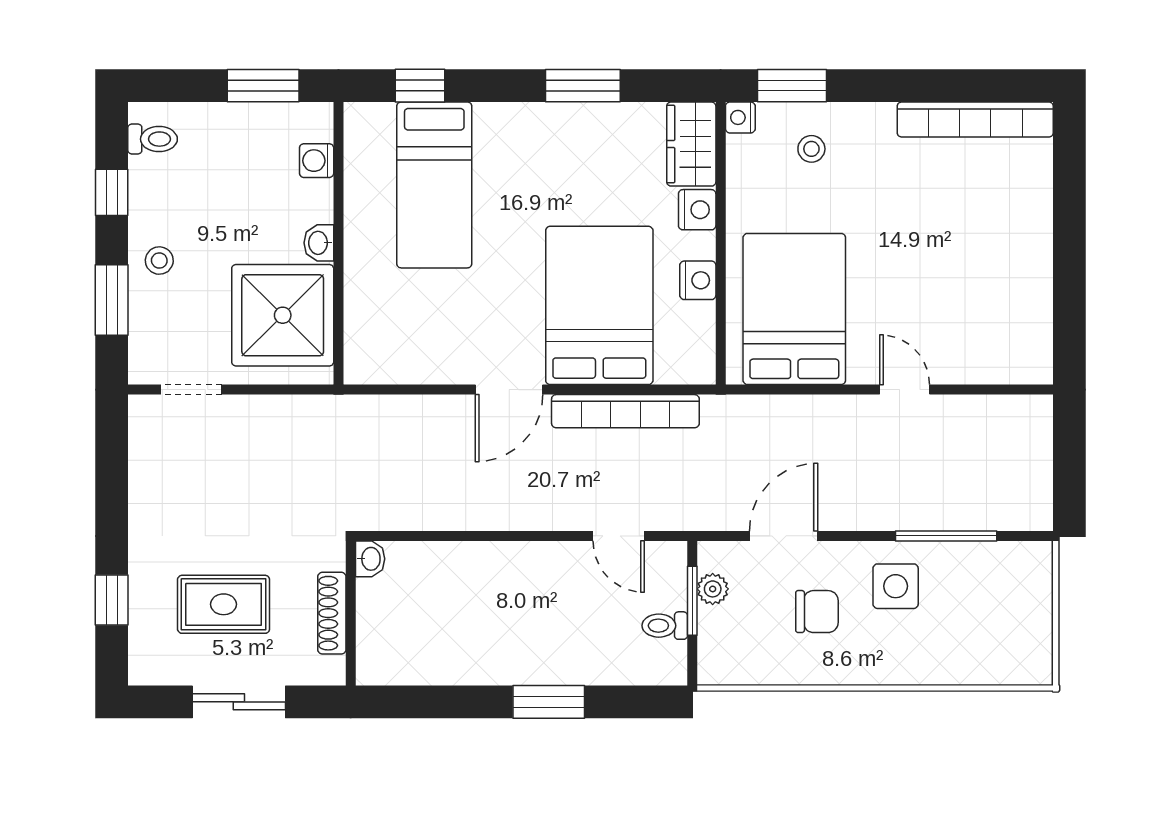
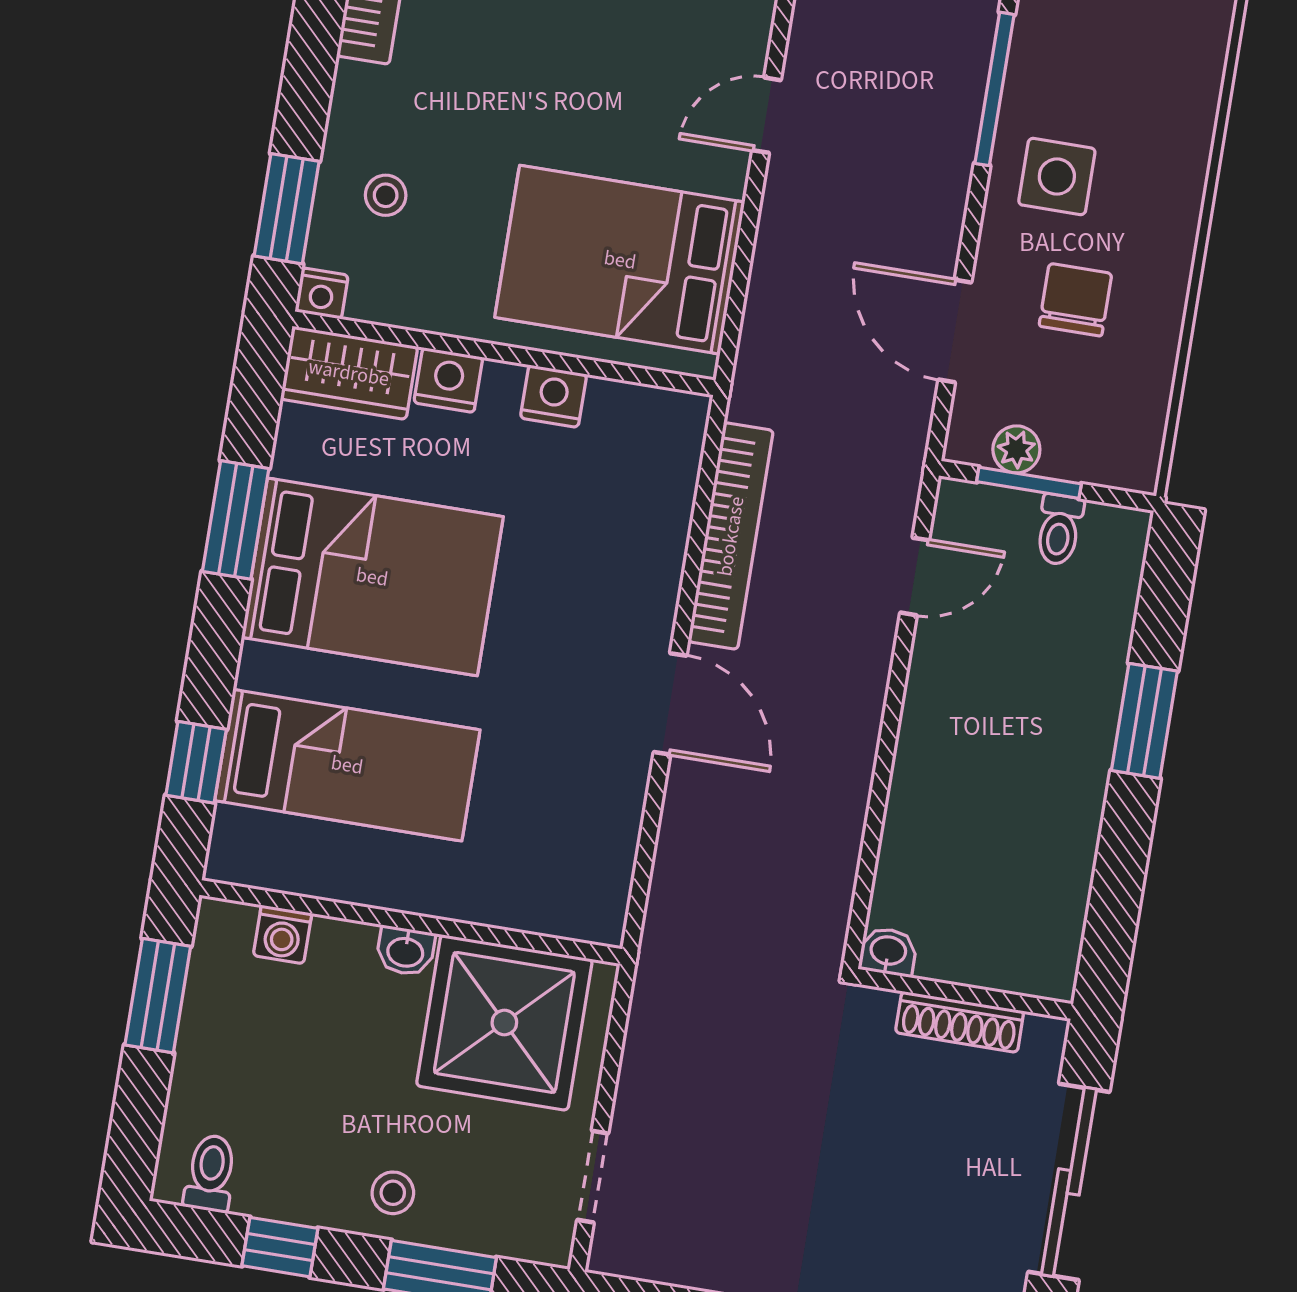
bed: (599, 305) -> (372, 577), moved, turned 180
rug: (224, 604) -> (920, 1181), removed
sliding door: (239, 702) -> (1069, 1182), width x1.37

